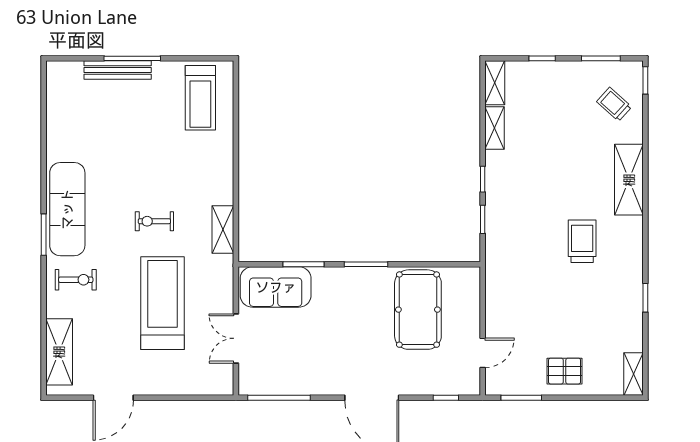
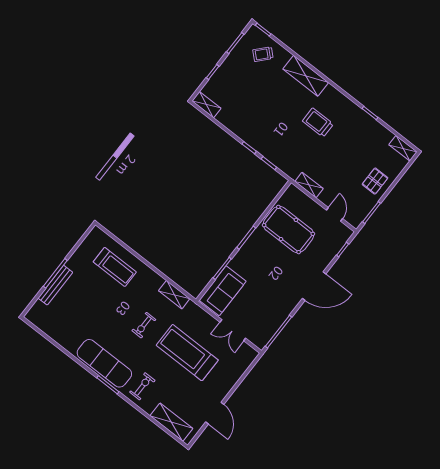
treadmill: (200, 98) -> (115, 267), moved
shelving: (494, 128) -> (309, 185), moved

